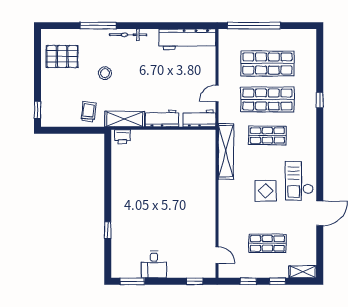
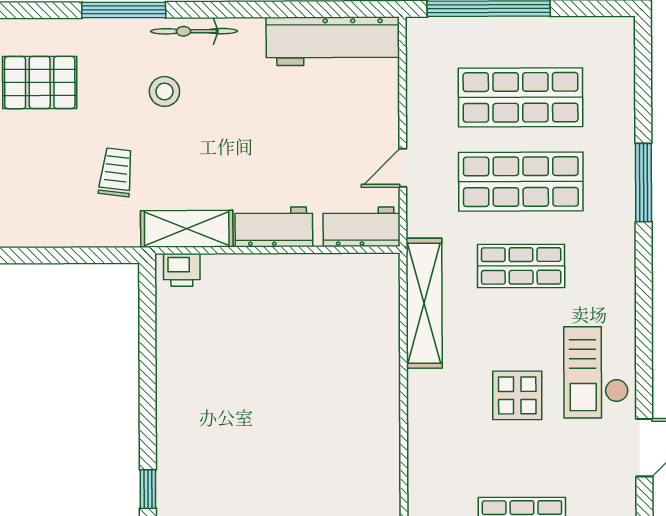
stool: (105, 73) -> (164, 91), moved
window: (320, 100) -> (643, 183), width x2.17
trolley: (88, 112) -> (116, 172), moved

